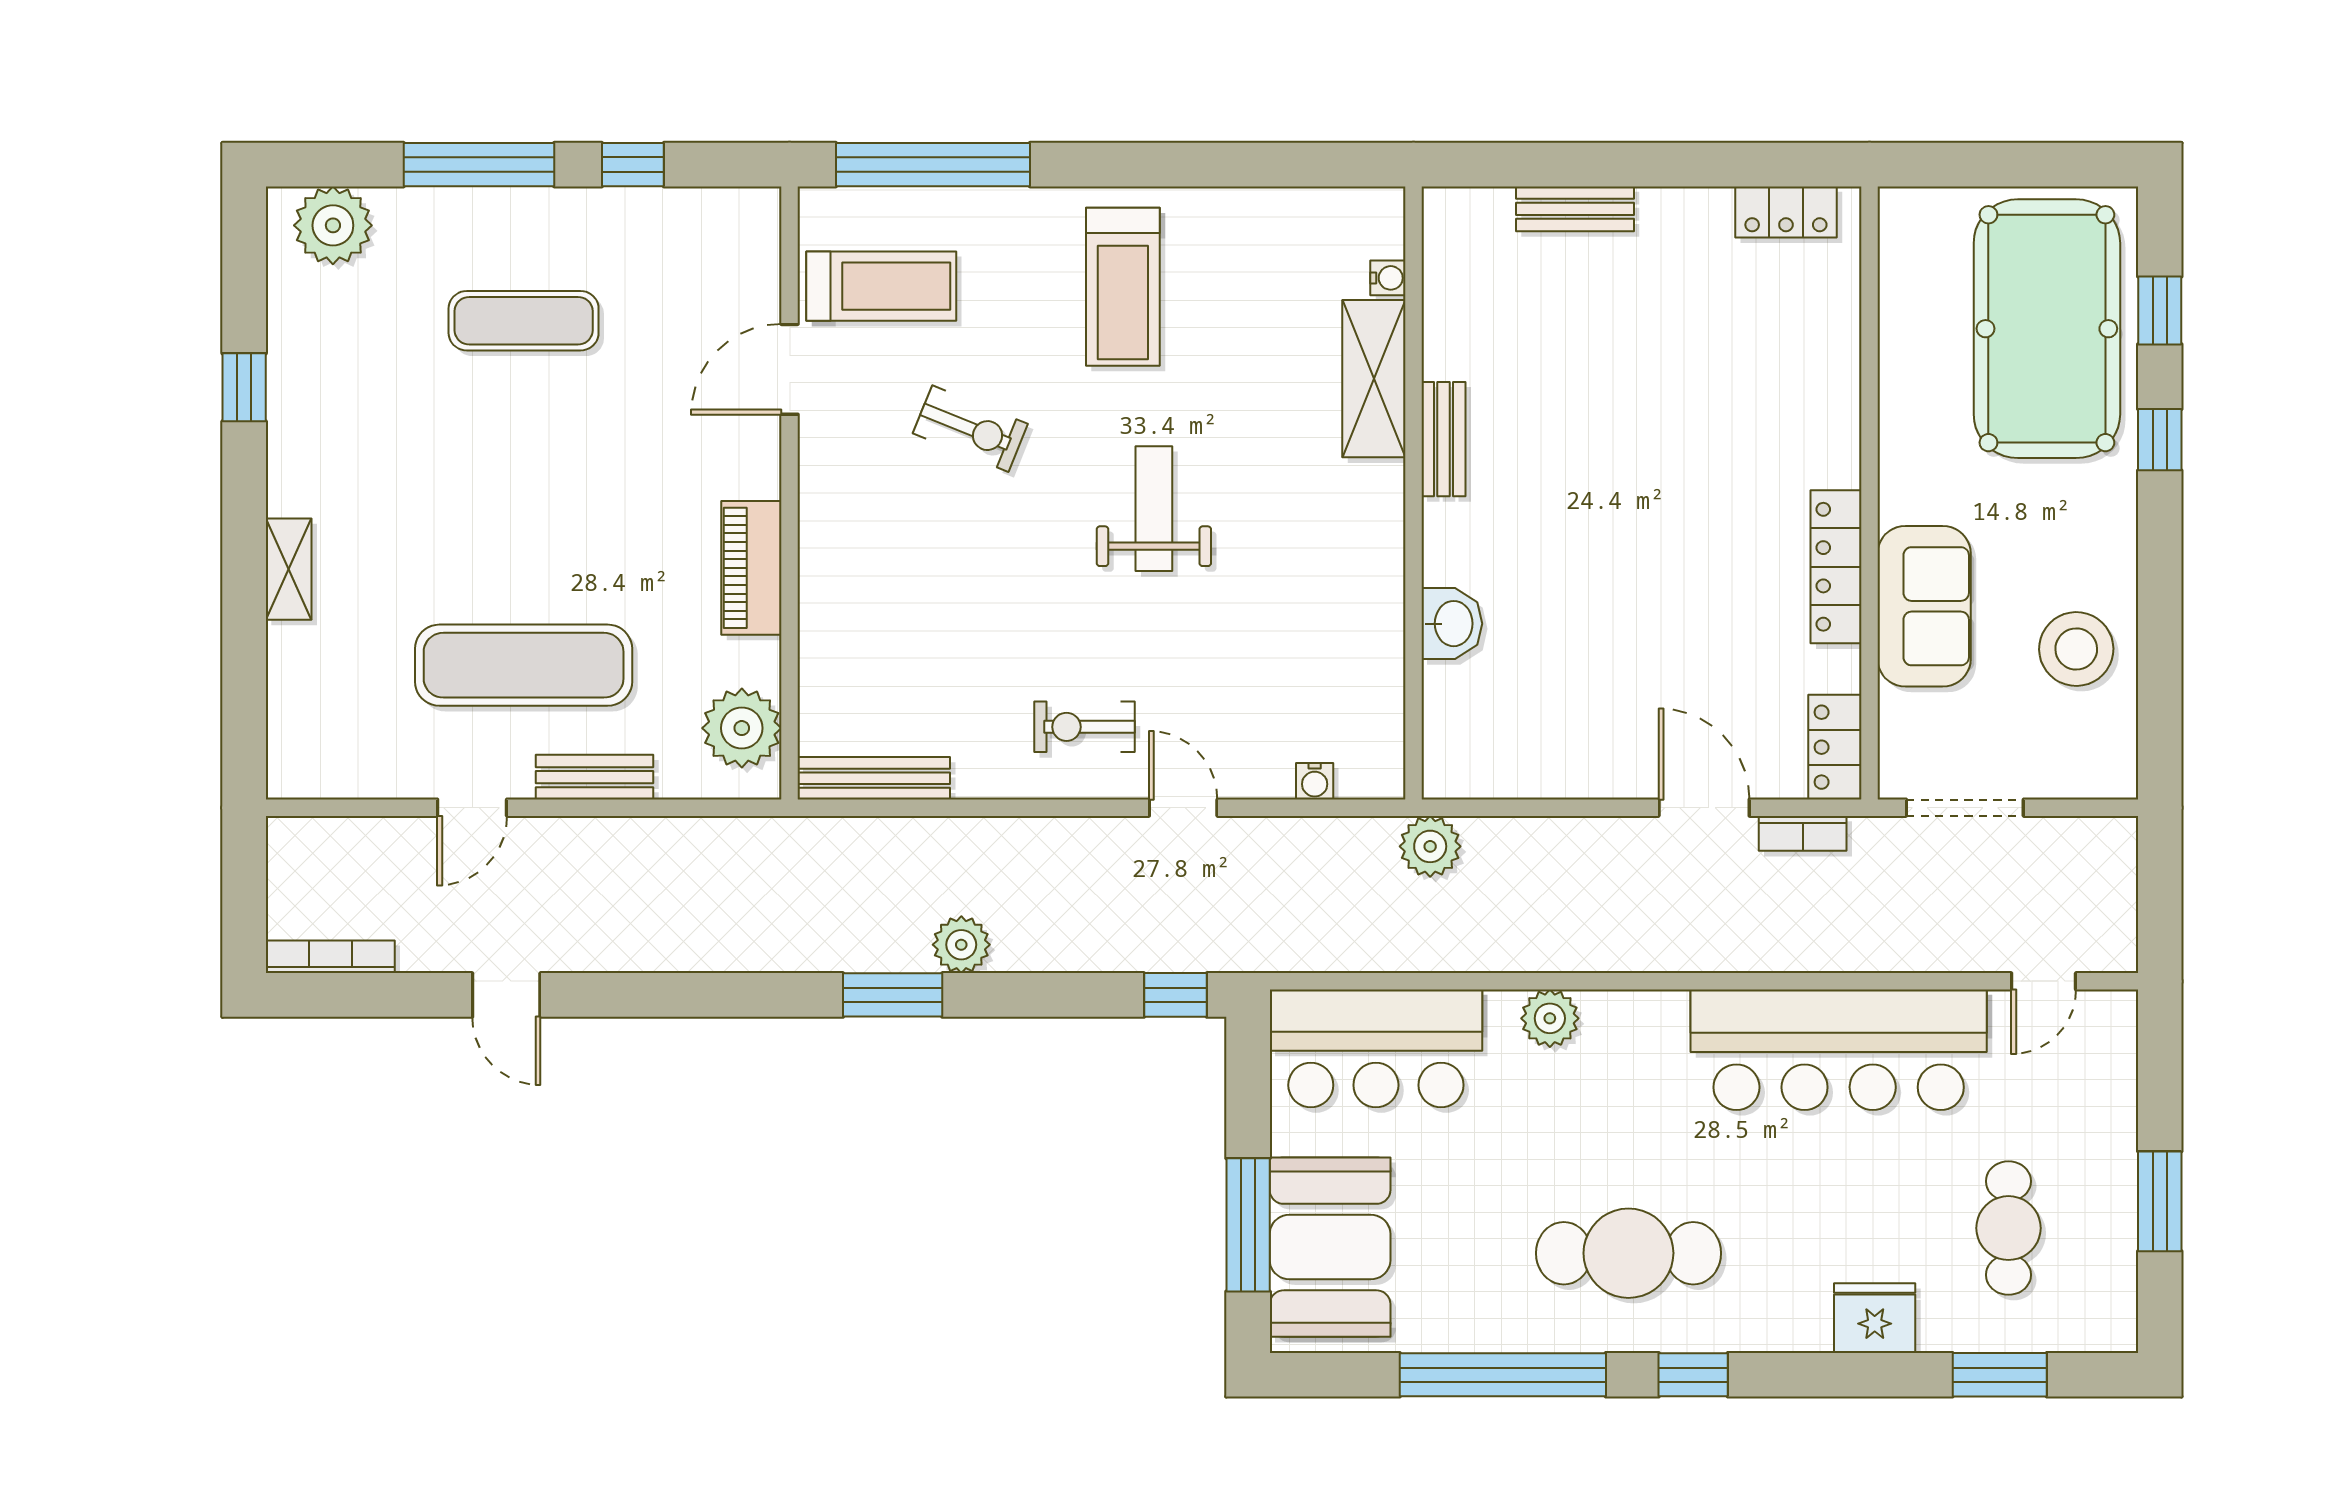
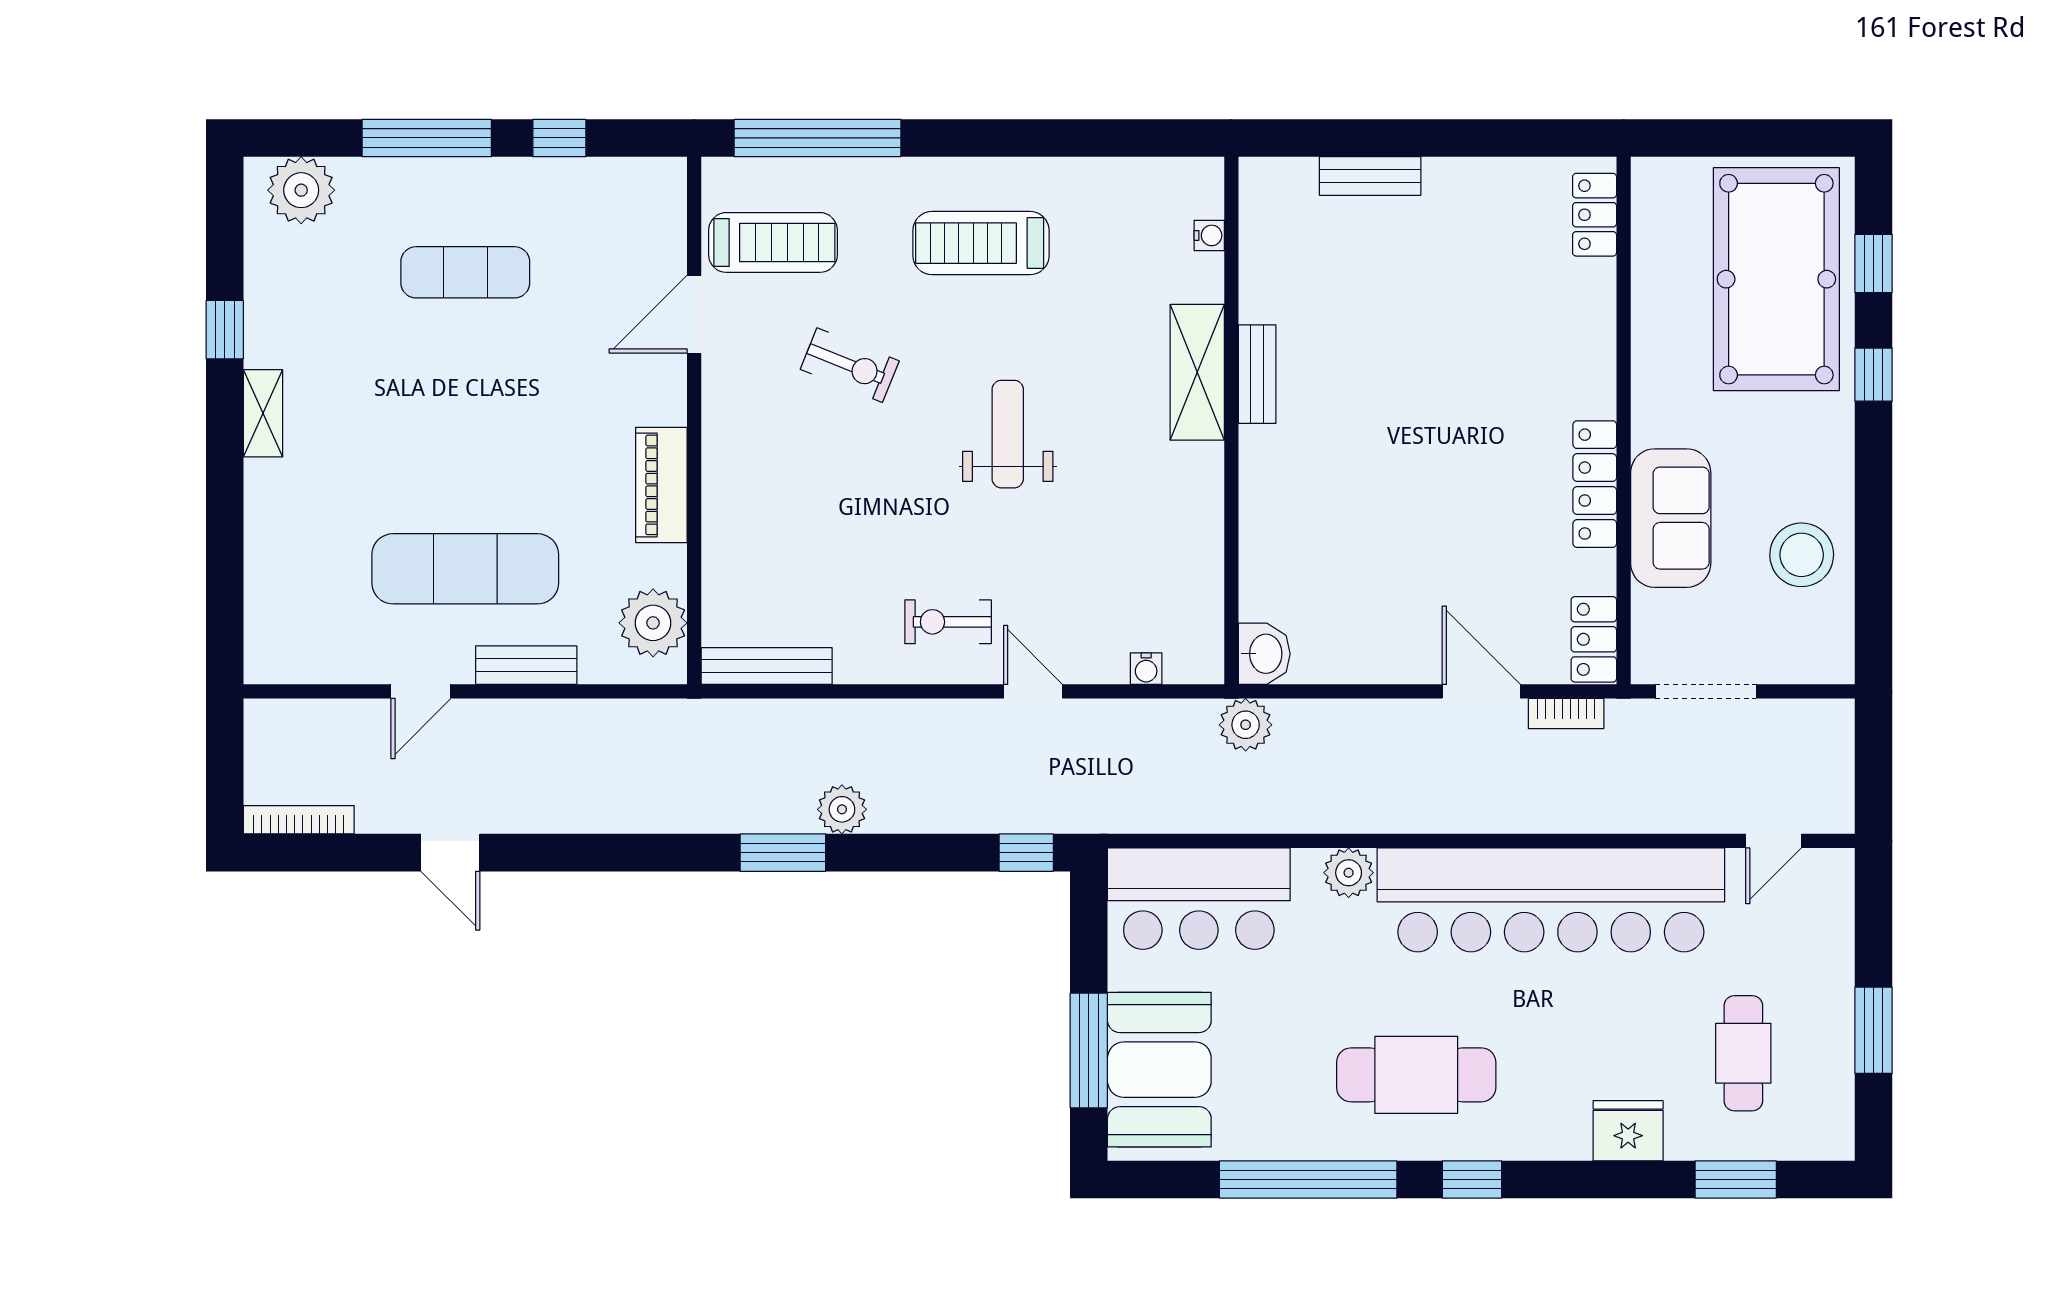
locker: (1786, 212) -> (1595, 215), moved, turned 90
treadmill: (1123, 287) -> (981, 243), turned 90
shelving: (1374, 379) -> (1197, 372), moved
shelving: (289, 569) -> (263, 413), moved
washbasin: (1452, 624) -> (1264, 654), moved
bar counter: (1839, 1050) -> (1551, 900), width x1.36

